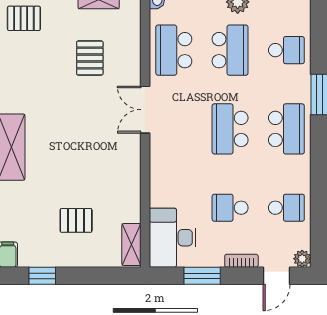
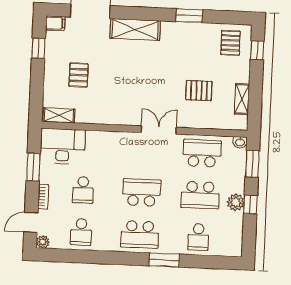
school desk: (230, 208) -> (83, 190), turned 180
door: (277, 276) -> (31, 222), hinge flipped

